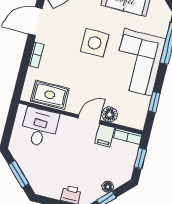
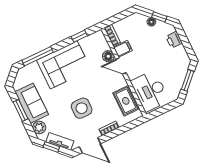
side table: (95, 43) -> (82, 108), moved
desk: (40, 127) -> (150, 91), width x1.37
window: (140, 158) -> (119, 17), removed

